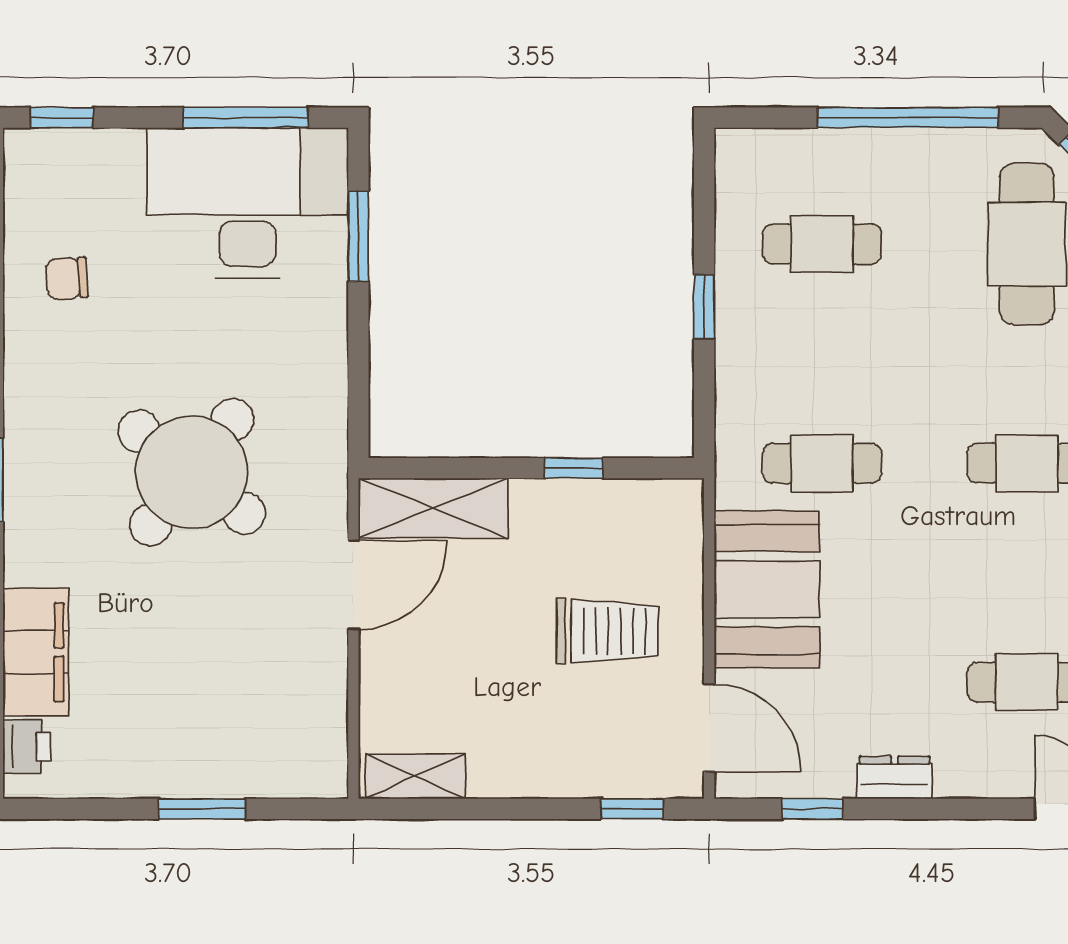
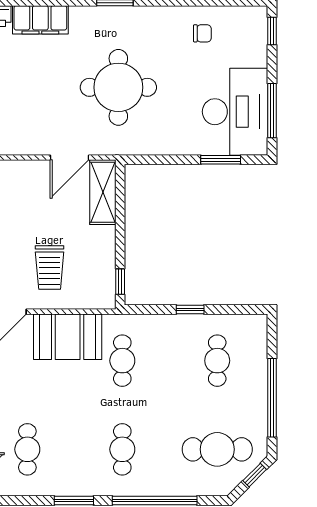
chair: (67, 278) -> (202, 33), turned 94
window: (574, 468) -> (120, 282), moved
round table: (192, 472) -> (118, 87), turned -38
door: (353, 585) -> (70, 157), hinge flipped

